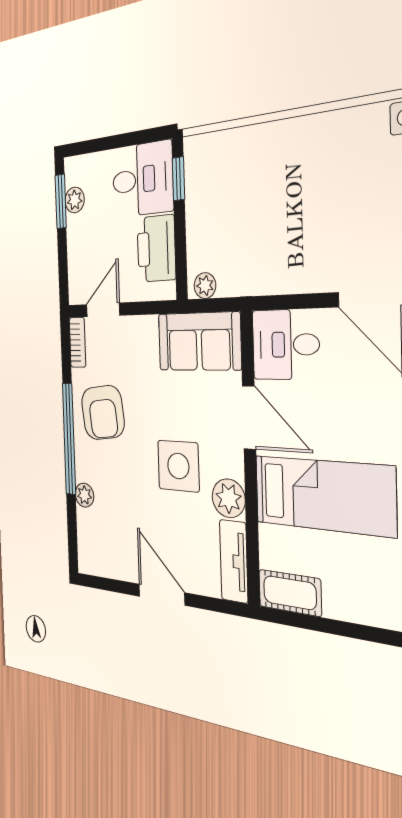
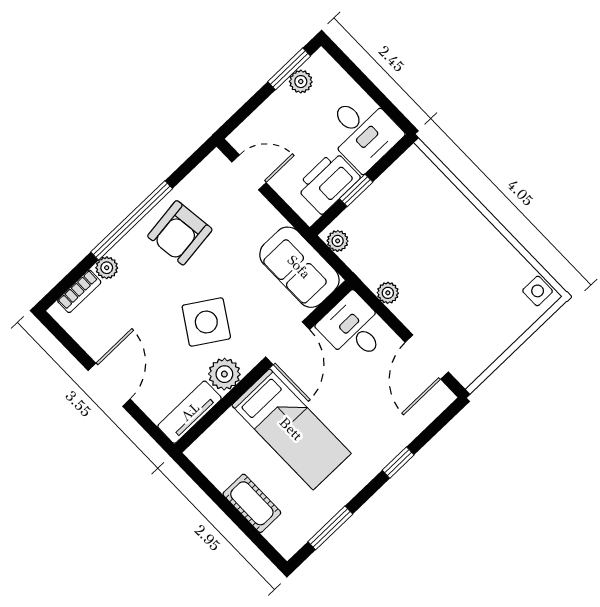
window: (178, 179) -> (356, 190), moved
plant: (282, 281) -> (388, 293), added
bookcase: (78, 342) -> (79, 291), moved
side table: (178, 466) -> (206, 322), turned 33
cot: (290, 593) -> (252, 503), moved

